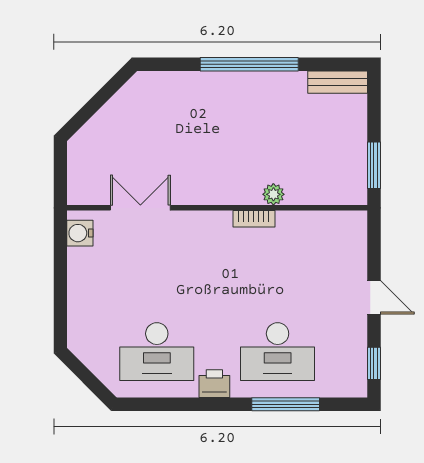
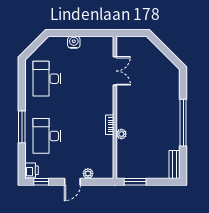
water cooler: (80, 233) -> (74, 42), moved
plant: (357, 265) -> (88, 173), added
printer: (214, 384) -> (32, 170), moved
window: (286, 404) -> (22, 127), moved

